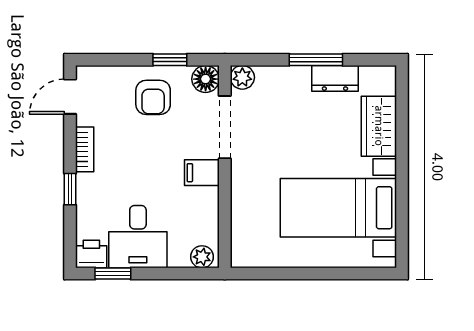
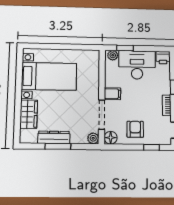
window: (170, 60) -> (151, 147), moved
dresser: (335, 78) -> (54, 137), width x1.44
desk: (138, 237) -> (137, 65), width x1.37
window: (113, 274) -> (125, 48), moved

